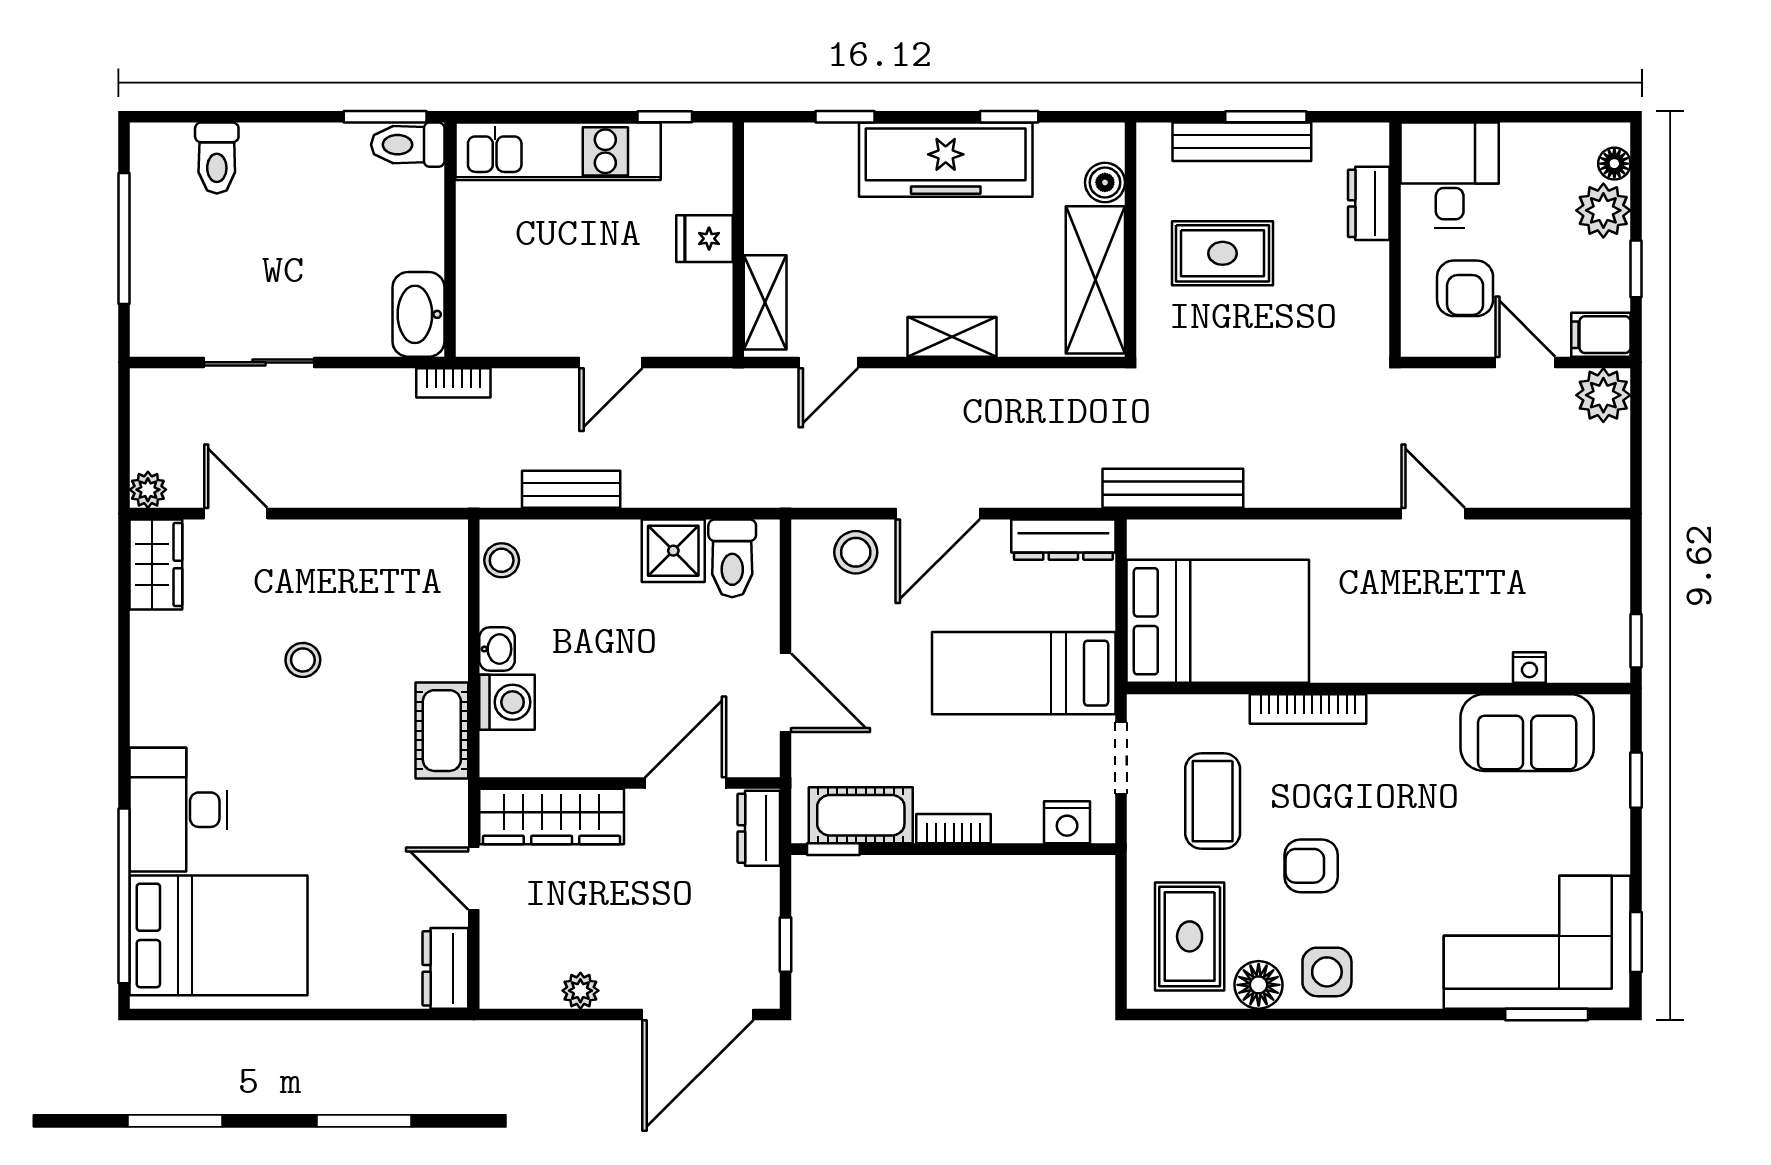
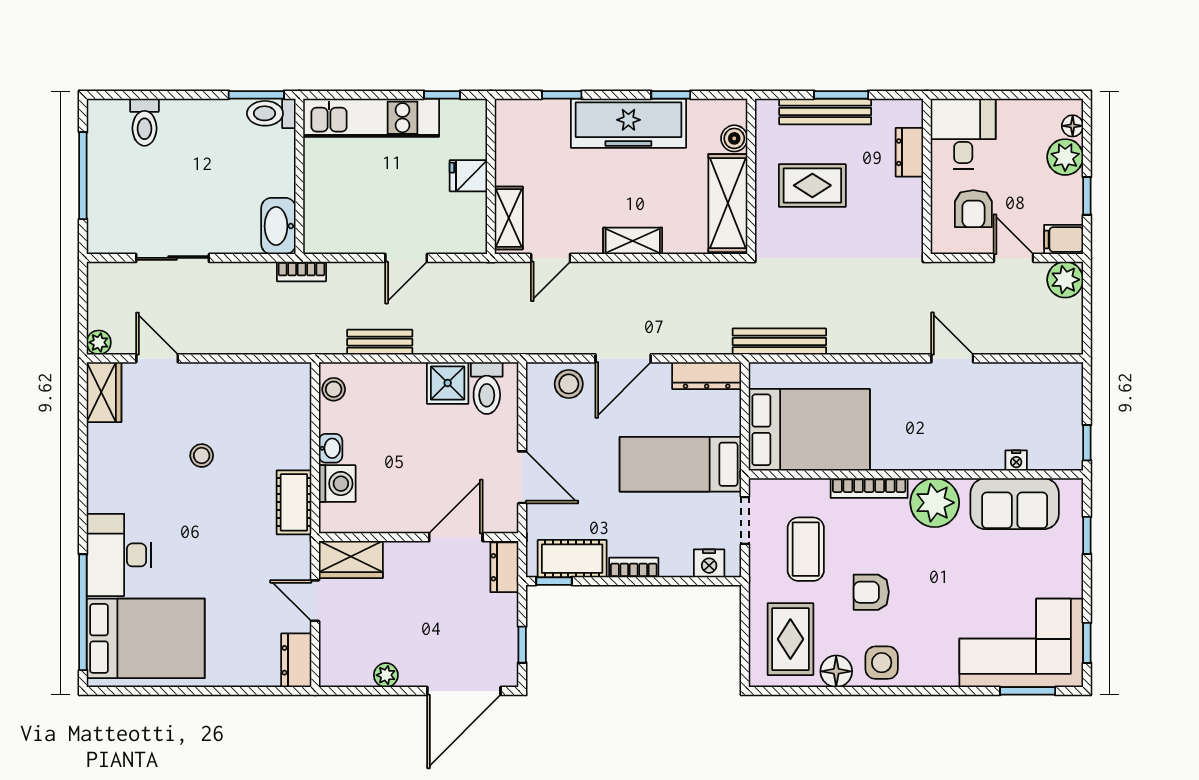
plant: (1407, 731) -> (935, 503), added
wardrobe: (552, 817) -> (351, 559), width x0.67

